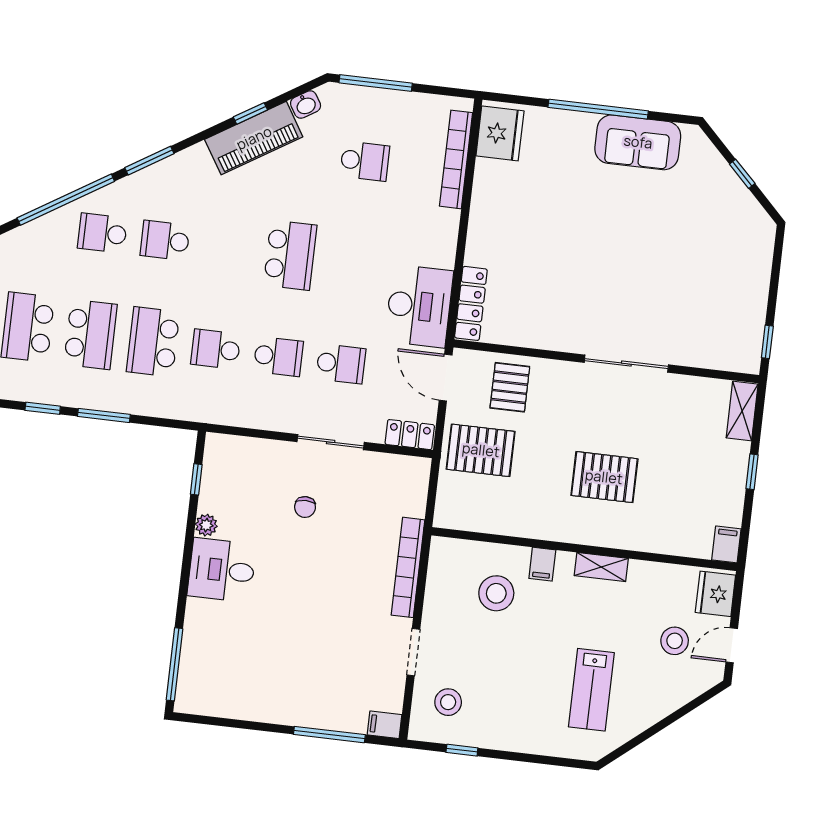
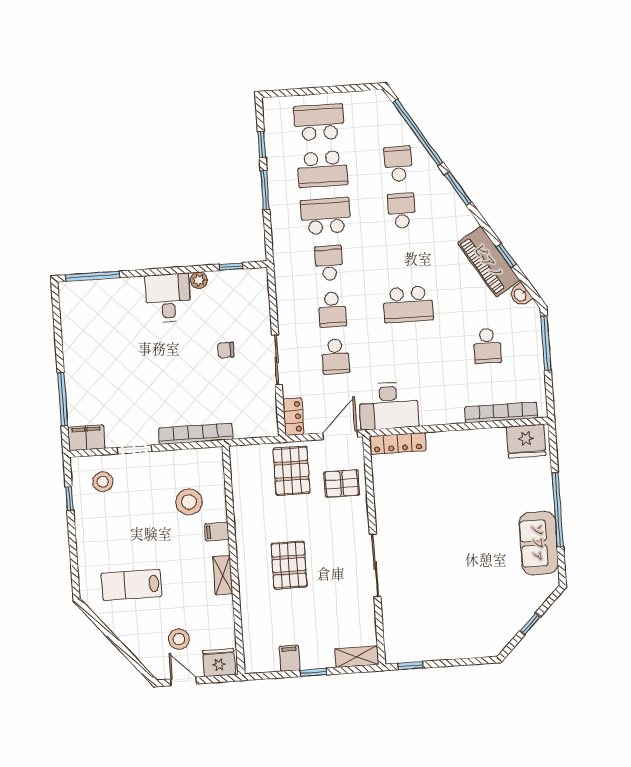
filing cabinet: (726, 544) -> (290, 658), moved, turned -90
filing cabinet: (385, 725) -> (86, 438), width x2.00

